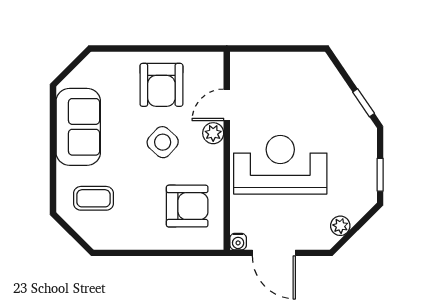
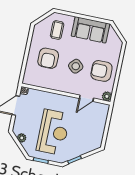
door: (227, 105) -> (86, 98), swing flipped
plant: (213, 133) -> (107, 96), moved
reception desk: (280, 165) -> (53, 132), moved
armchair: (187, 206) -> (48, 58), moved

